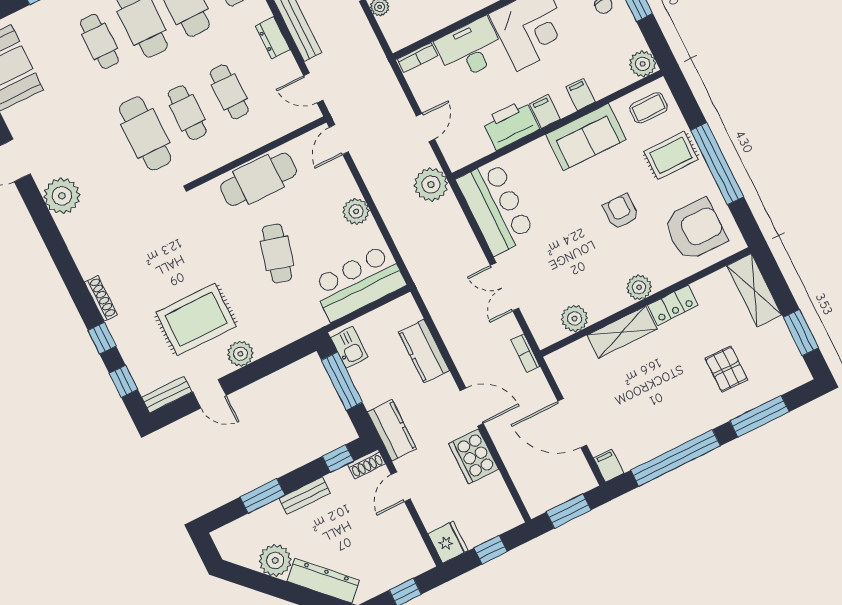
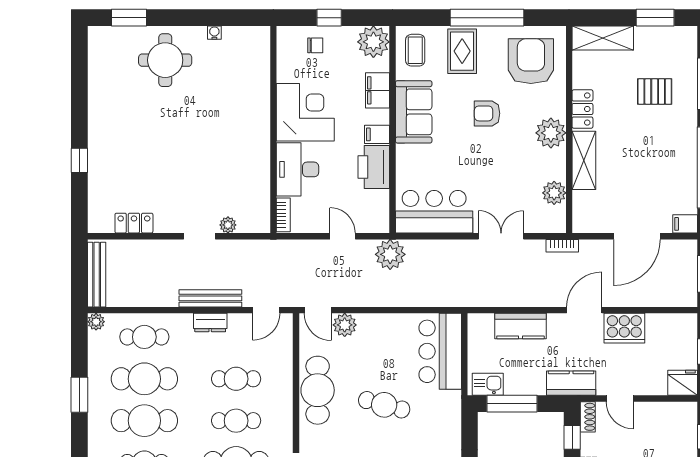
plant: (643, 64) -> (373, 42), width x1.36, depth x1.36
filing cabinet: (581, 94) -> (378, 90), width x2.00
plant: (356, 211) -> (345, 325), moved
double door: (504, 287) -> (501, 236), swing flipped
plant: (639, 287) -> (551, 133), width x1.36, depth x1.36

